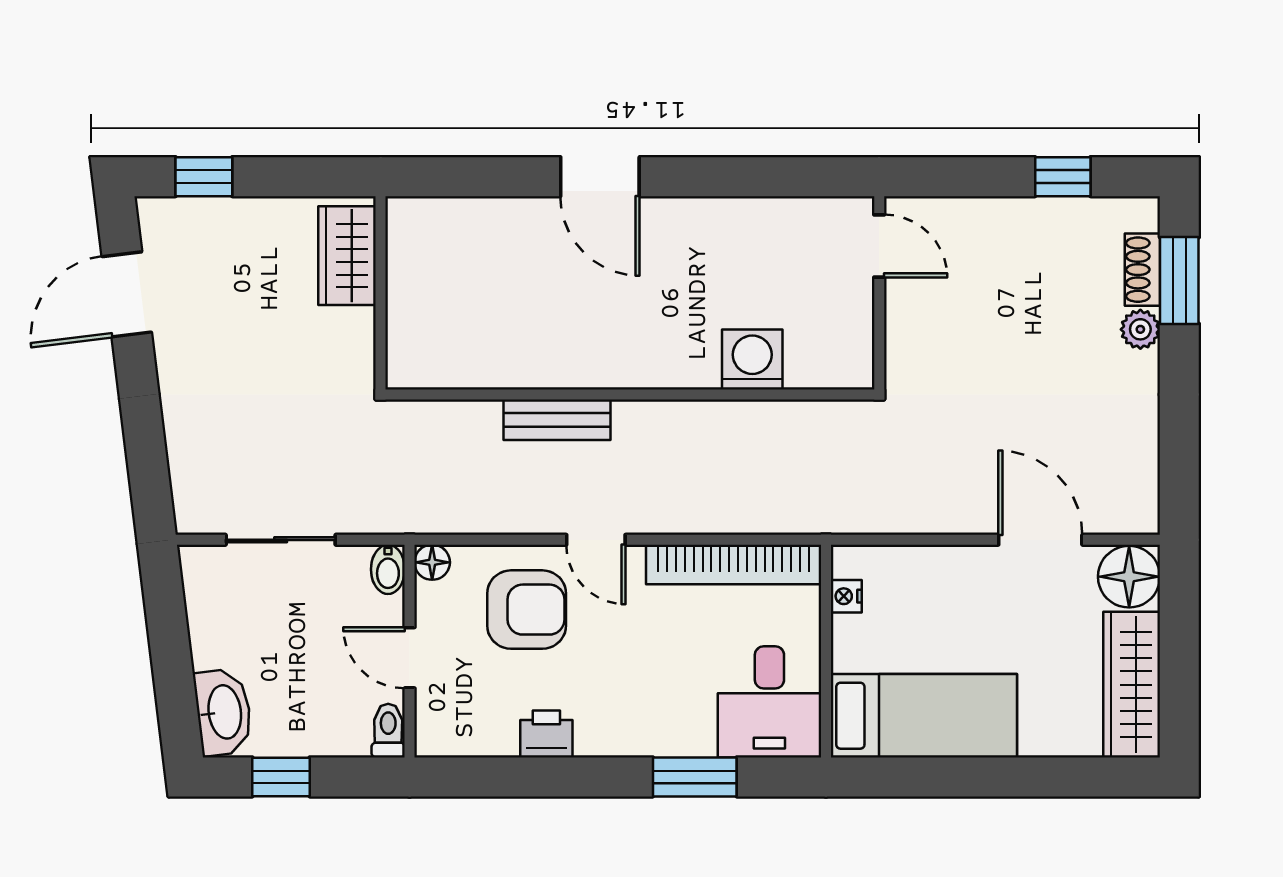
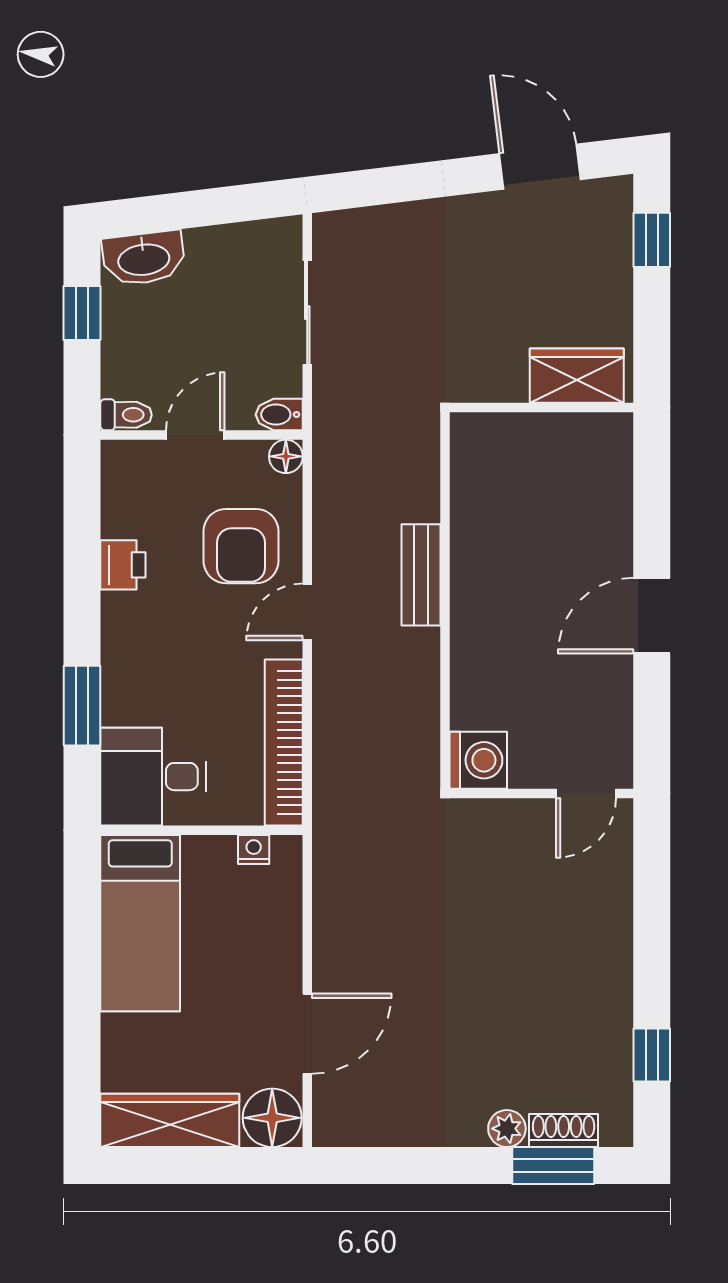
door: (879, 246) -> (586, 793), moved
wall: (879, 293) -> (542, 793), moved

